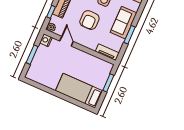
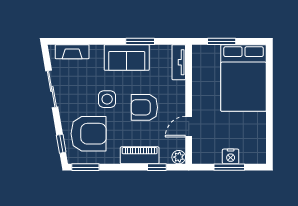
armchair: (89, 20) -> (144, 107), turned 180
nightstand: (46, 40) -> (231, 156), moved
bed: (79, 91) -> (244, 78), width x1.50

